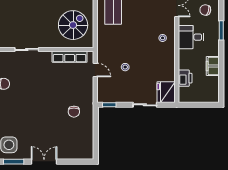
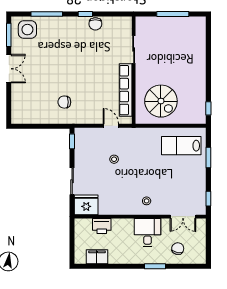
row of seats: (70, 57) -> (126, 90), width x1.36
filing cabinet: (213, 66) -> (97, 257), moved
door: (95, 70) -> (111, 126), swing flipped

